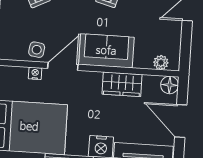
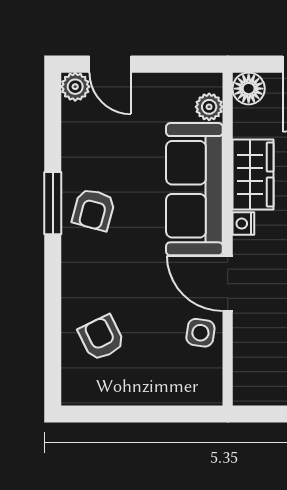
sofa: (106, 51) -> (194, 189), width x1.36
nightstand: (35, 73) -> (243, 224), moved

